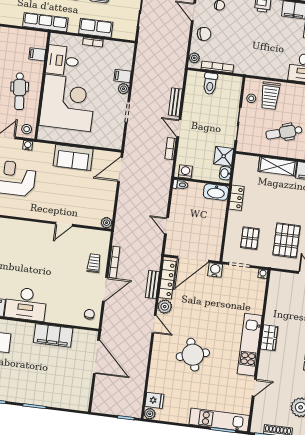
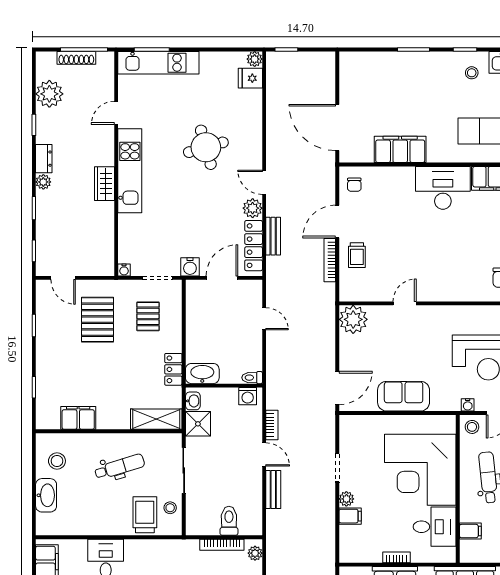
shelving: (277, 166) -> (156, 419), moved
plant: (107, 223) -> (353, 319), width x1.87, depth x1.87
door: (193, 259) -> (222, 278), width x0.73

